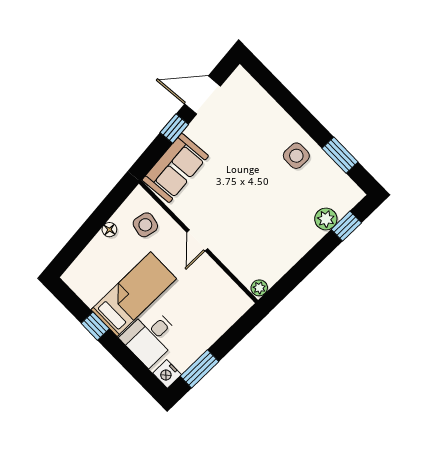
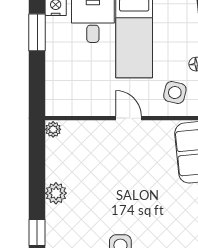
plant: (326, 219) -> (56, 193), moved

